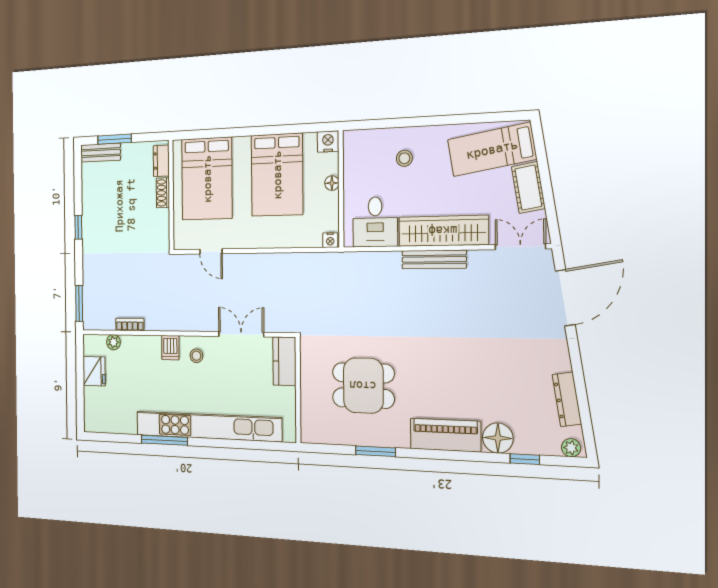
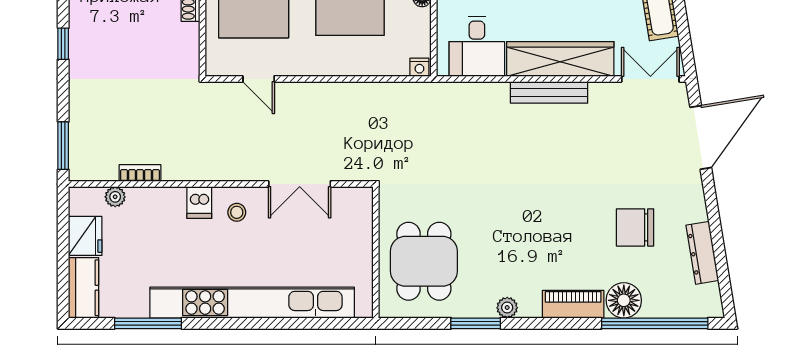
double door: (241, 334) -> (300, 184), swing flipped
kitchen counter: (284, 361) -> (84, 288), moved, turned 180
chair: (507, 376) -> (635, 227), added
dining table: (363, 386) -> (424, 261), moved, turned 90
piano: (445, 435) -> (573, 304), width x0.73, depth x0.75
window: (164, 440) -> (148, 323), moved
plant: (571, 448) -> (507, 308), moved
window: (525, 459) -> (655, 323), width x3.17

